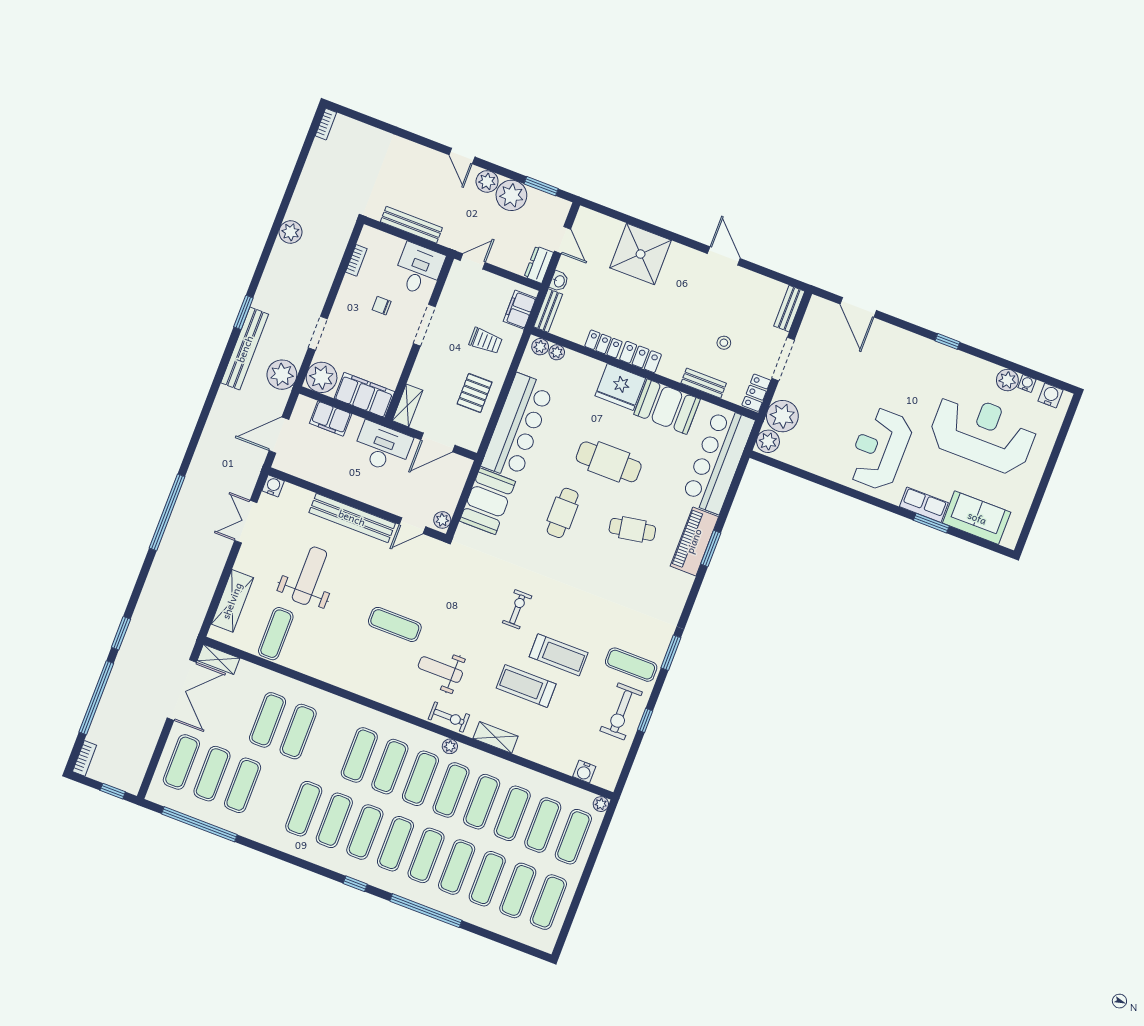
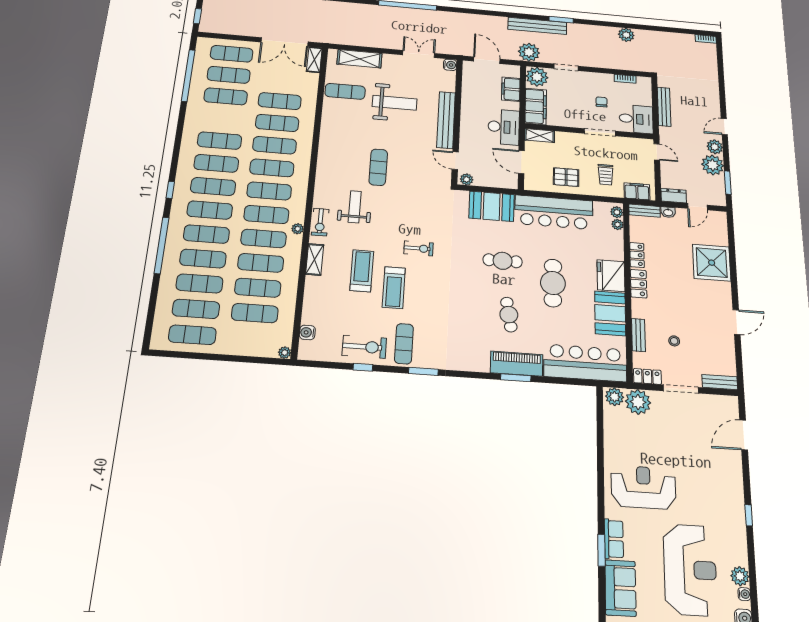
exercise bike: (621, 711) -> (364, 347), turned 180
exercise mat: (573, 837) -> (275, 145), moved

